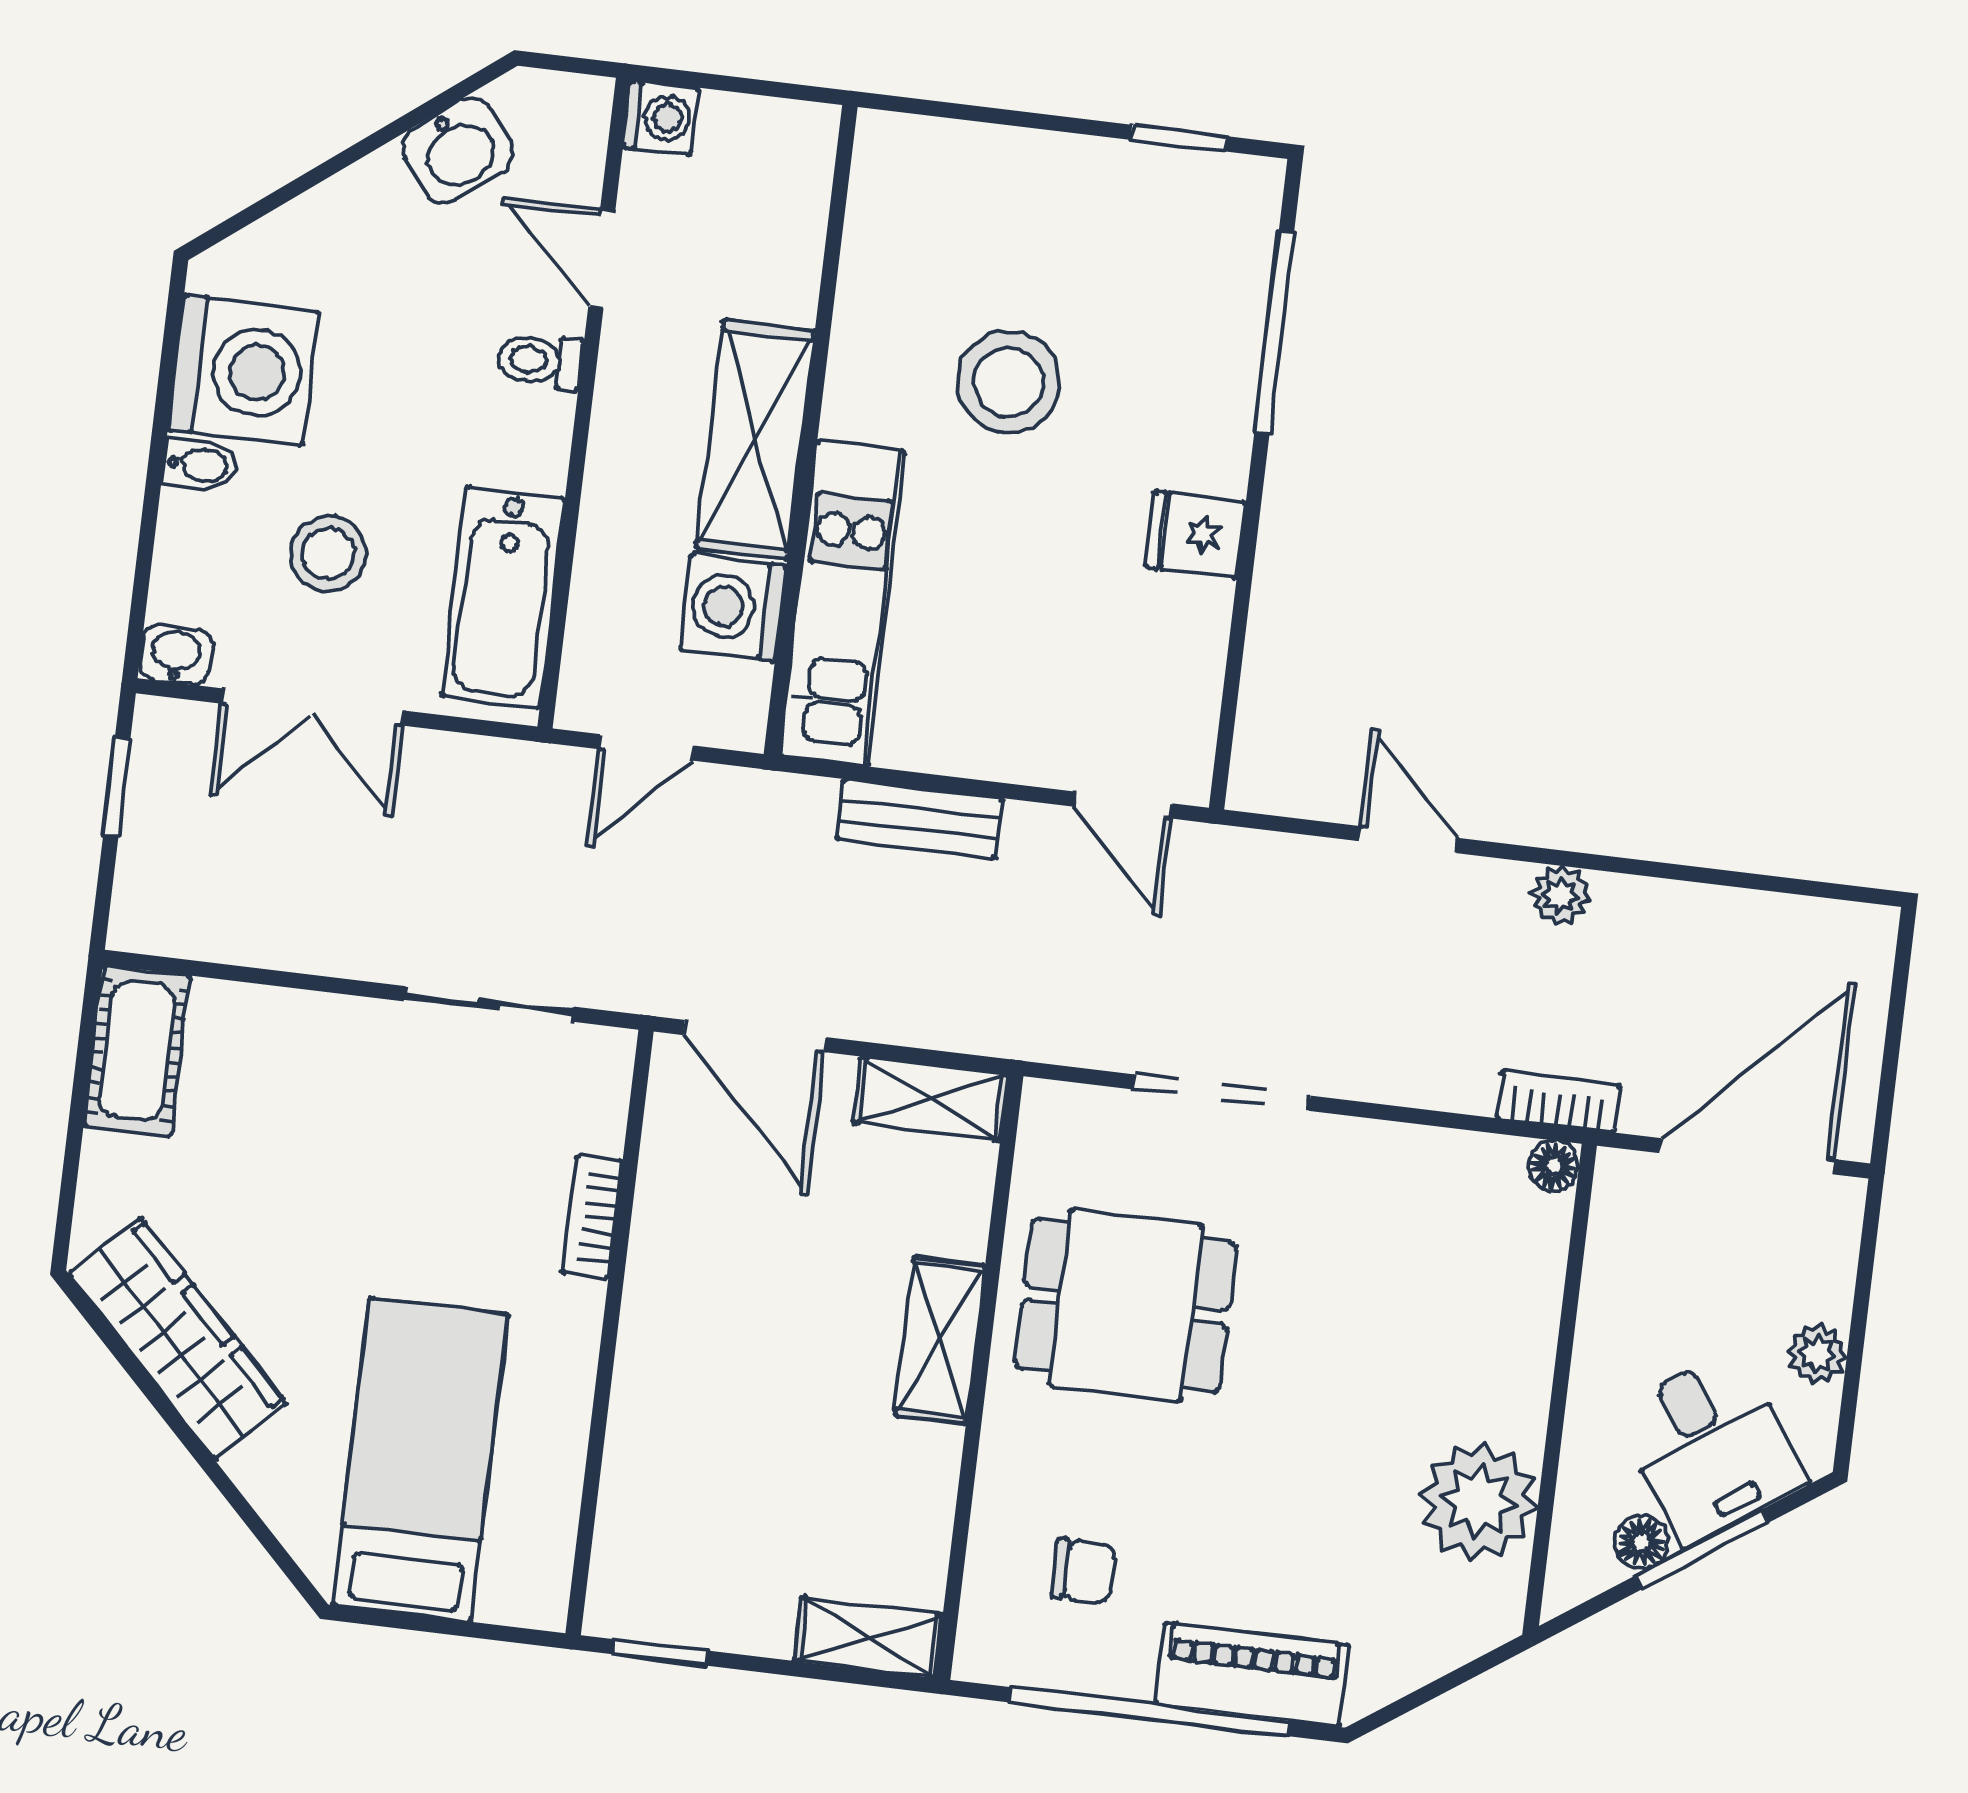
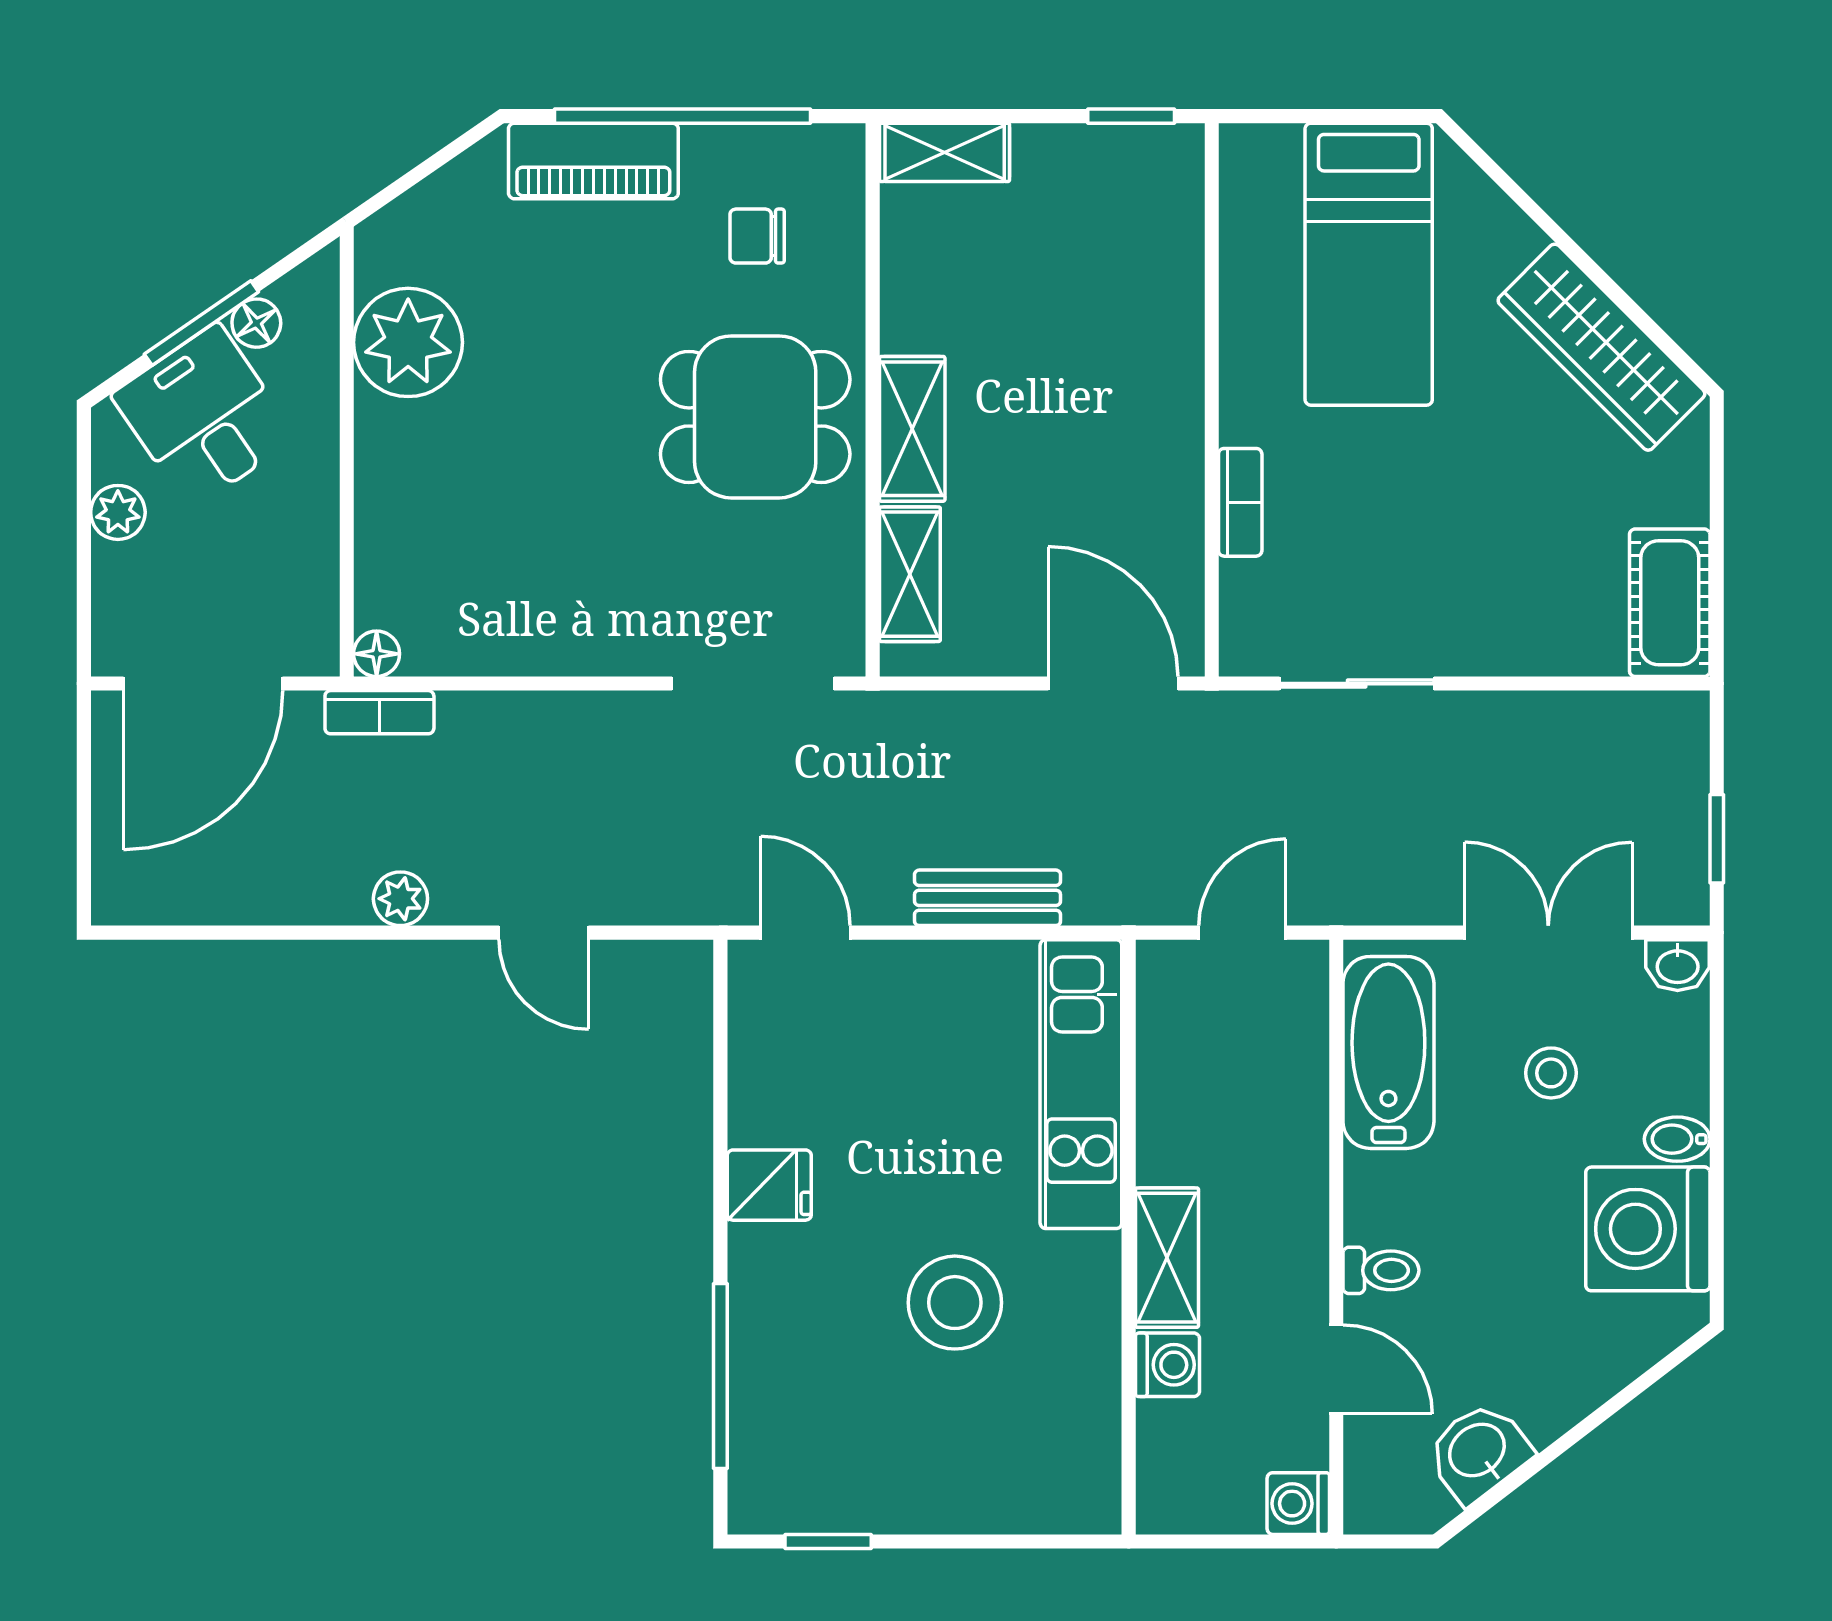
shelving: (756, 440) -> (1167, 1258), width x0.67, depth x0.75
stool: (328, 554) -> (1551, 1073), width x0.73, depth x0.73
washing machine: (733, 607) -> (1167, 1365), moved, width x0.73, depth x0.73
doorway: (1221, 1093) -> (753, 684), moved
shelving: (931, 1099) -> (910, 574), moved, turned 90
dining table: (1126, 1305) -> (755, 417), moved

